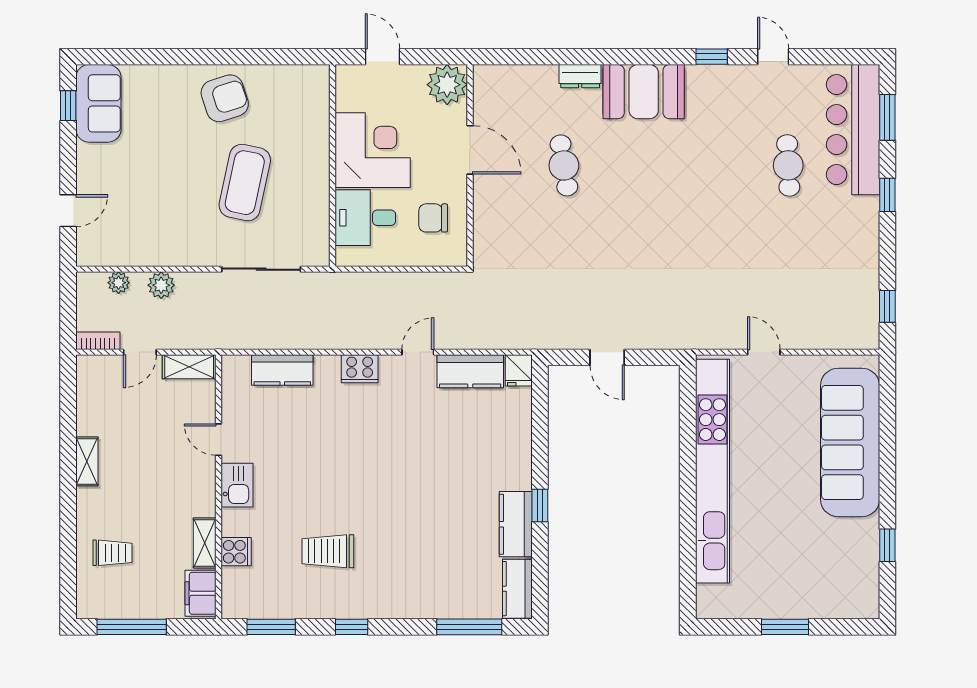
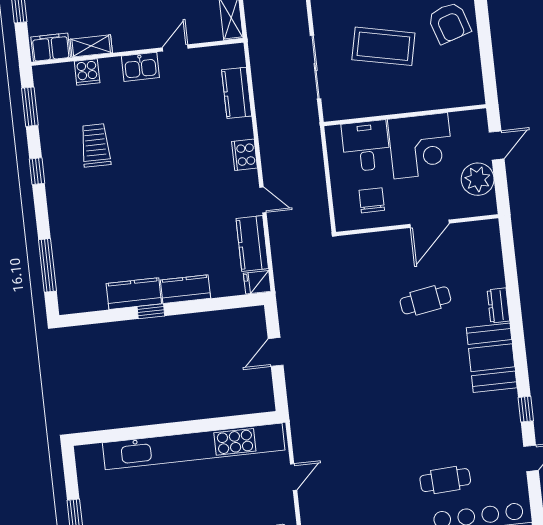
plant: (447, 85) -> (478, 179), moved
kitchen counter: (517, 589) -> (186, 289), moved

